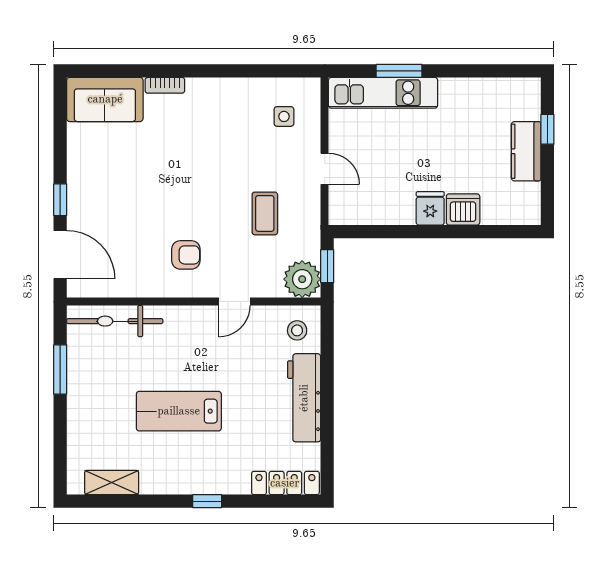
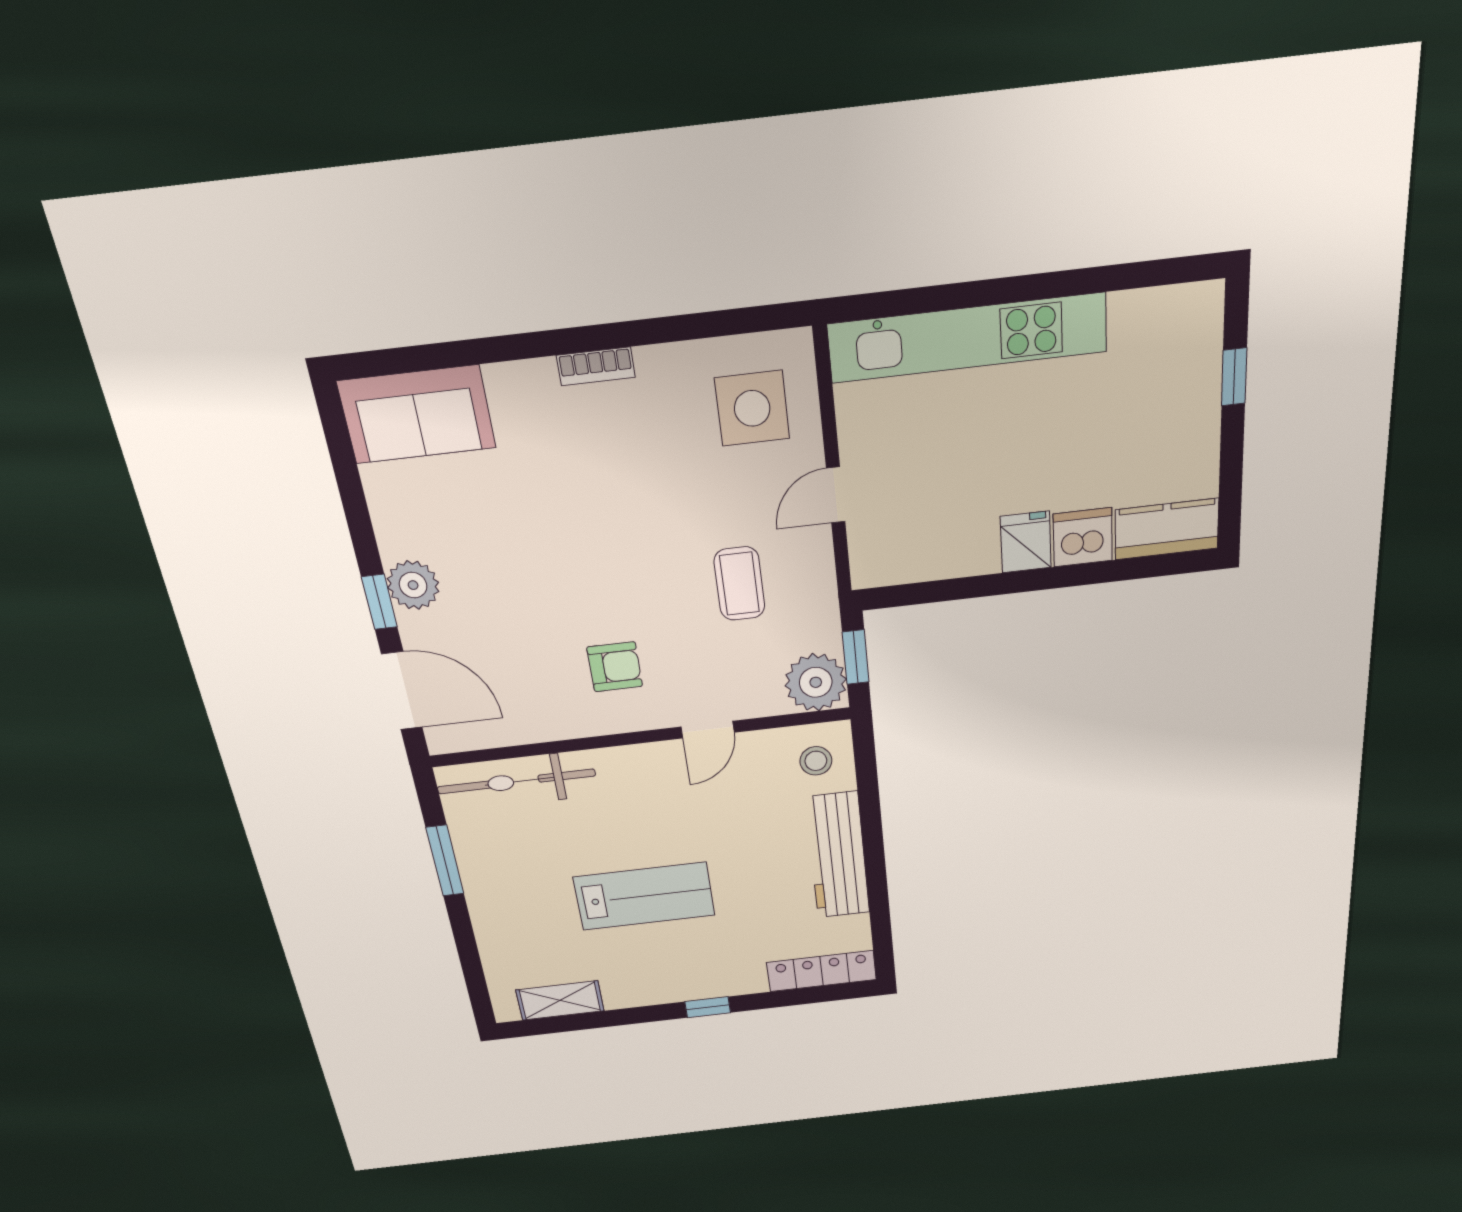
window: (399, 71) -> (958, 296), removed
bookcase: (165, 85) -> (596, 366), moved
kitchen unit: (383, 93) -> (968, 338), width x1.36
side table: (284, 116) -> (752, 408), width x1.87, depth x1.87
kitchen counter: (526, 151) -> (1167, 529), moved, turned 90
door: (325, 169) -> (836, 495), swing flipped
plant: (81, 192) -> (413, 585), added
lab bench: (179, 411) -> (644, 896), turned 180

